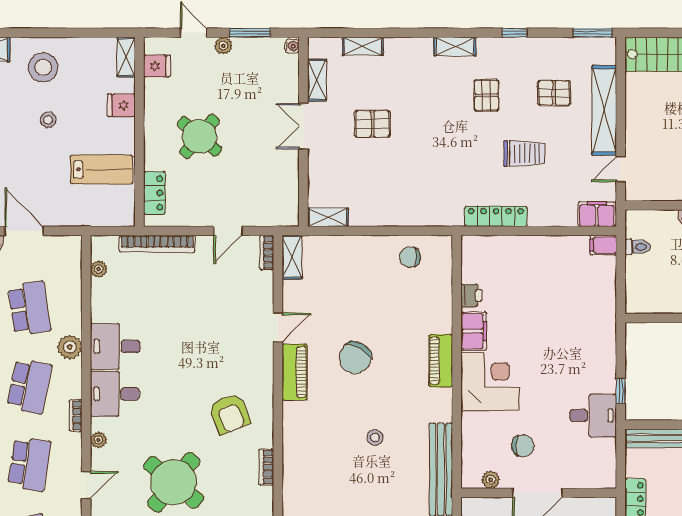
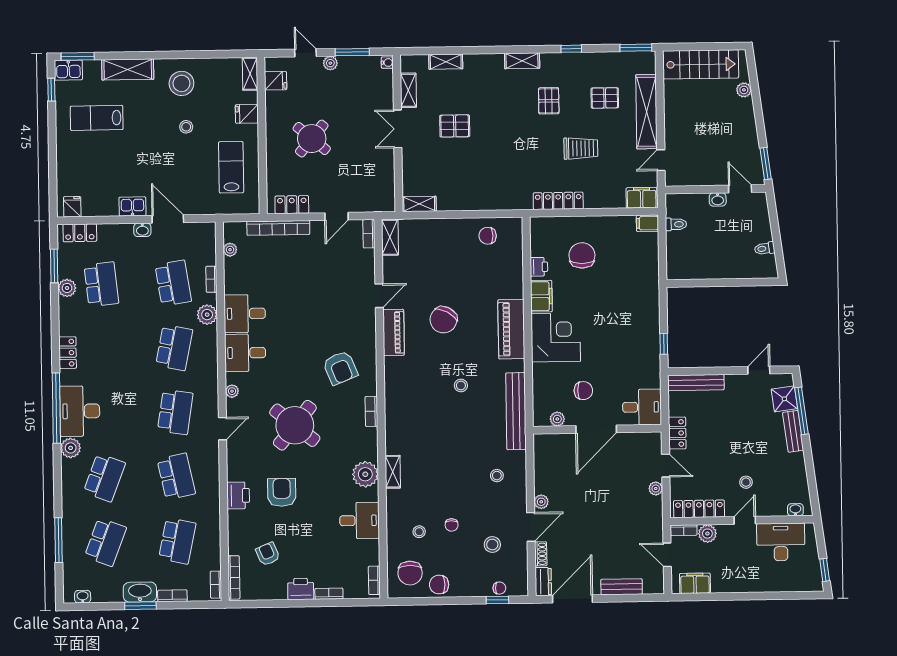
lab bench: (102, 170) -> (231, 167), turned -90
locker: (154, 193) -> (292, 205), moved, turned -90
chair: (524, 283) -> (582, 255), added
piano: (441, 361) -> (511, 329), width x1.37, depth x1.33
bookcase: (76, 415) -> (211, 279), moved
desk: (593, 415) -> (642, 407), moved

